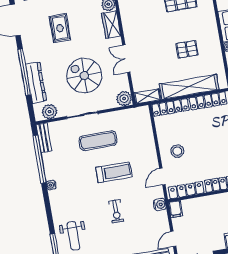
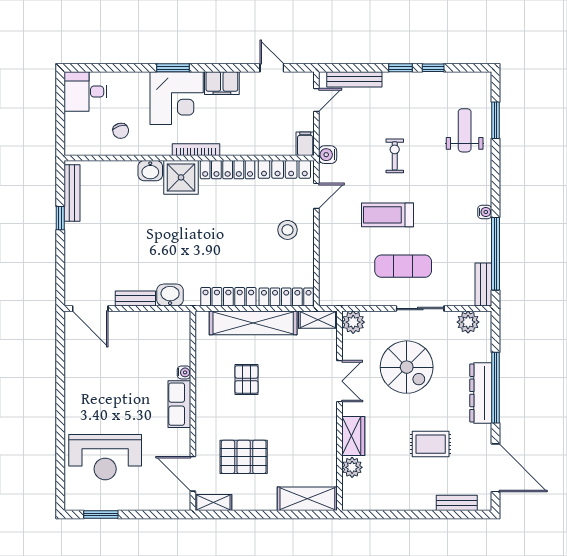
rug: (60, 28) -> (431, 444), turned 90
pallet: (187, 49) -> (246, 379), turned 90
dresser: (36, 83) -> (481, 393), moved

